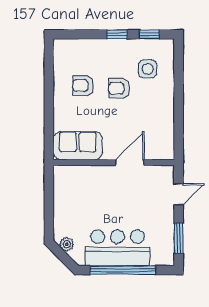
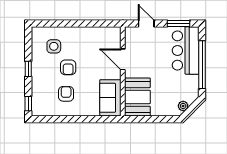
window: (149, 34) -> (28, 104), moved
armchair: (83, 85) -> (66, 94), turned 180
booth: (79, 182) -> (137, 97), added
bar counter: (118, 248) -> (186, 50), moved

